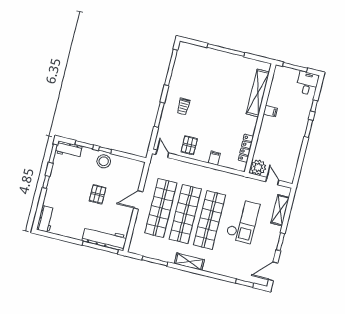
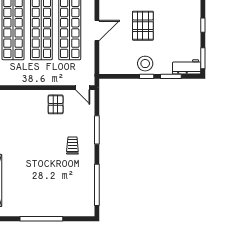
filing cabinet: (214, 158) -> (25, 97), removed
pallet: (98, 194) -> (143, 26), width x1.50, depth x1.42

